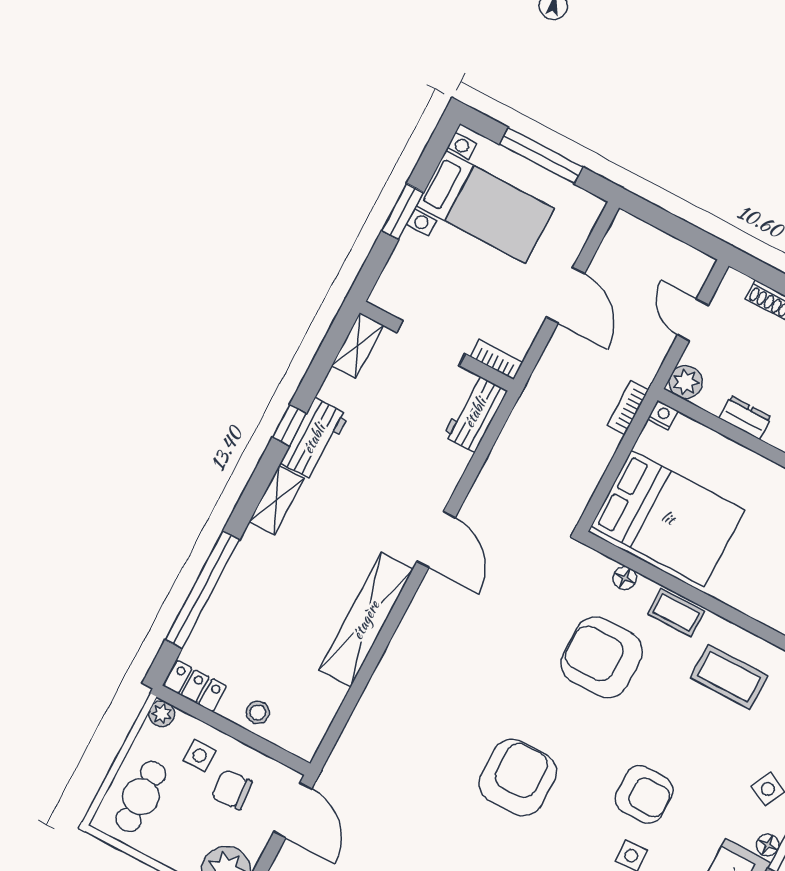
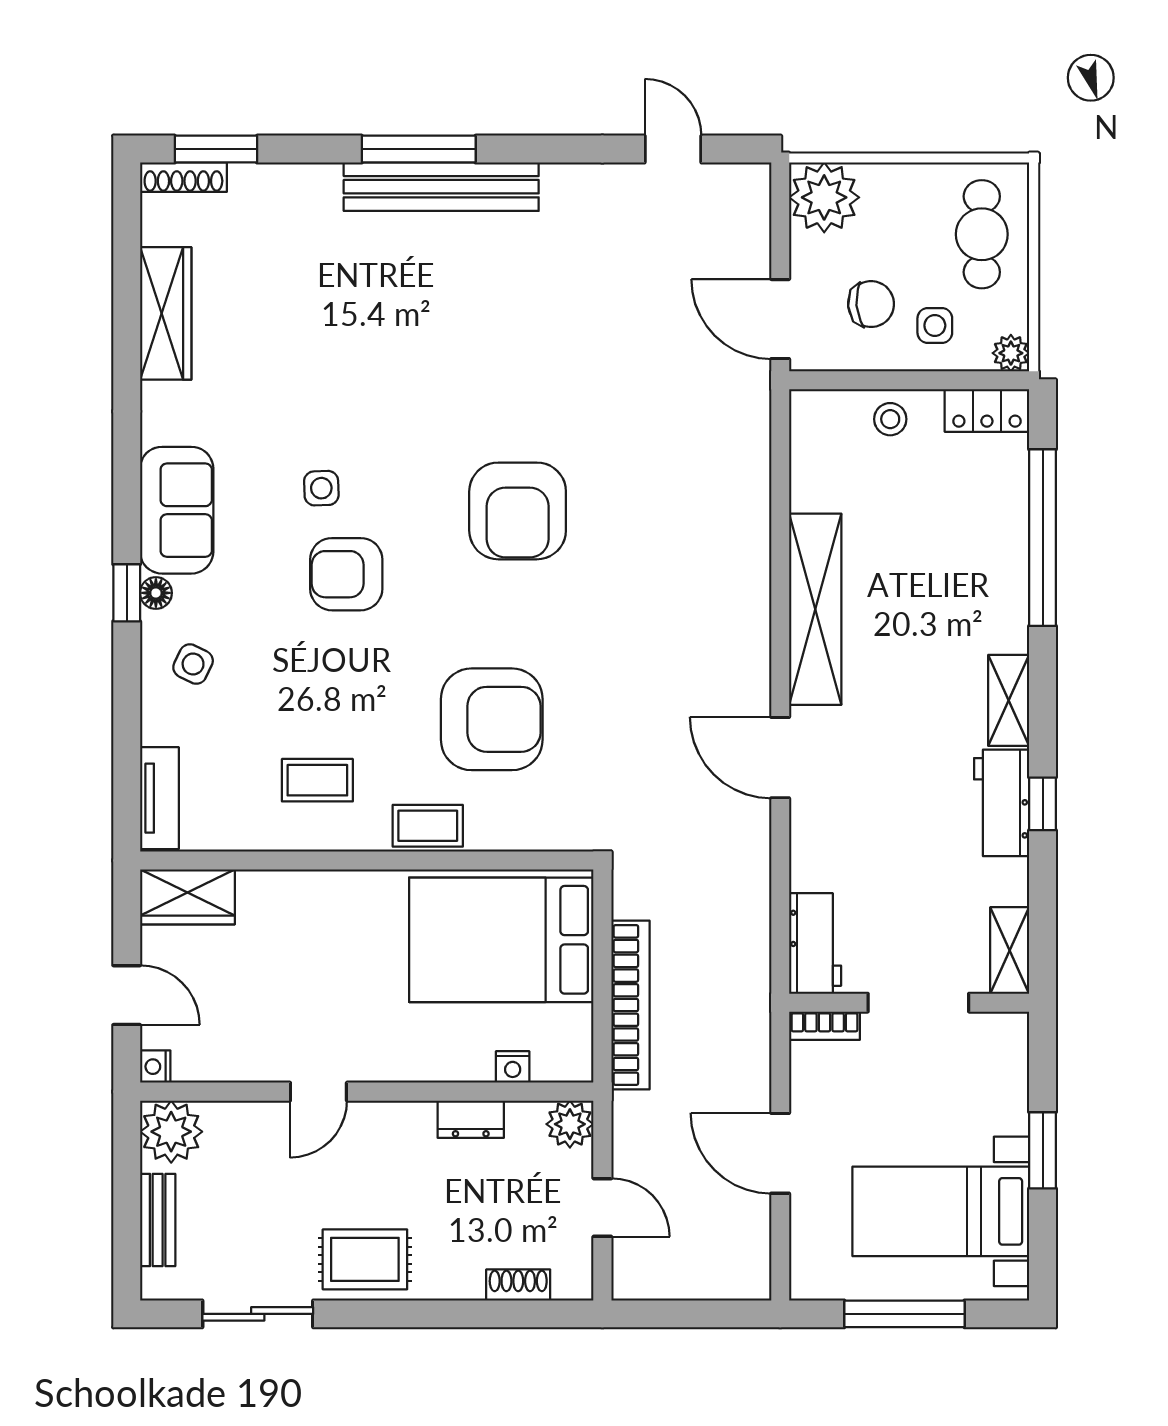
bookcase: (628, 408) -> (630, 1005), width x2.31, depth x1.31
nightstand: (663, 415) -> (513, 1067), moved
floor lamp: (625, 578) -> (516, 835), removed
coffee table: (729, 677) -> (317, 780), width x0.73, depth x0.77

